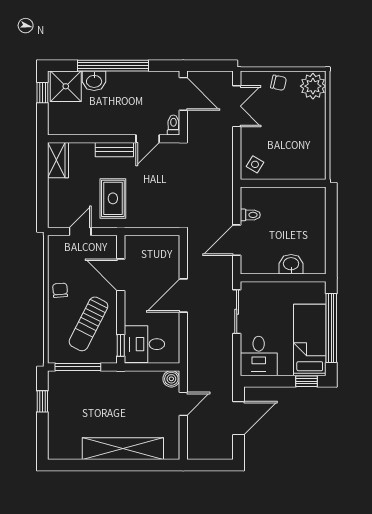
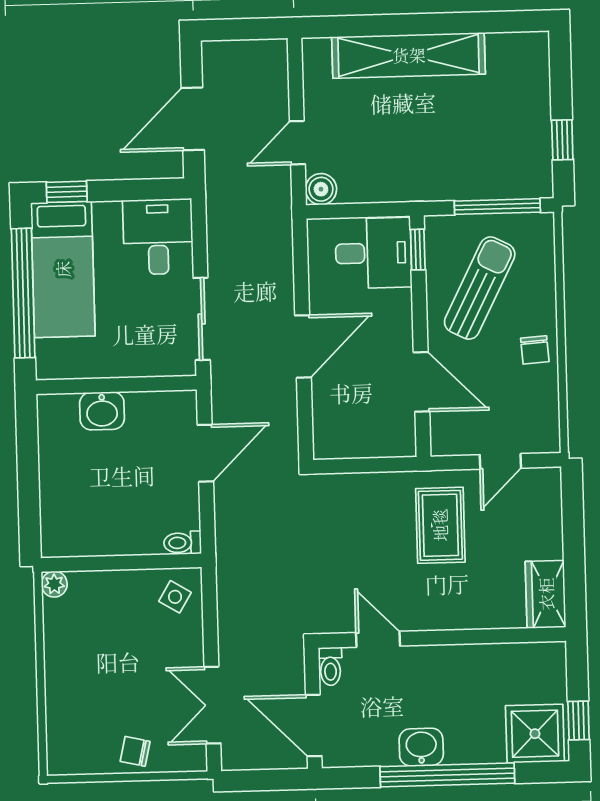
washbasin: (94, 81) -> (421, 747), moved
plant: (313, 86) -> (54, 584), moved, width x0.53, depth x0.53
door: (148, 139) -> (378, 639), hinge flipped
bench: (114, 150) -> (440, 617), removed
toilet: (250, 215) -> (183, 543), moved

